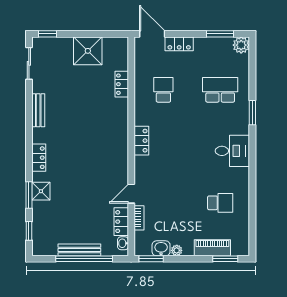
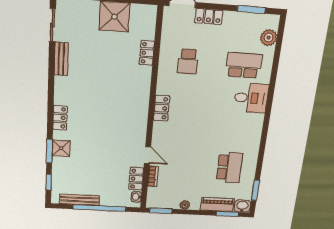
plant: (241, 45) -> (269, 38), moved
school desk: (163, 90) -> (188, 61), turned 180
bench: (38, 110) -> (61, 59), moved
window: (252, 113) -> (255, 190), moved
desk: (232, 151) -> (251, 98), moved
door: (131, 194) -> (147, 155), swing flipped
school desk: (220, 203) -> (229, 168), width x1.85
washbasin: (161, 248) -> (242, 206), moved
bench: (79, 250) -> (79, 200), moved

